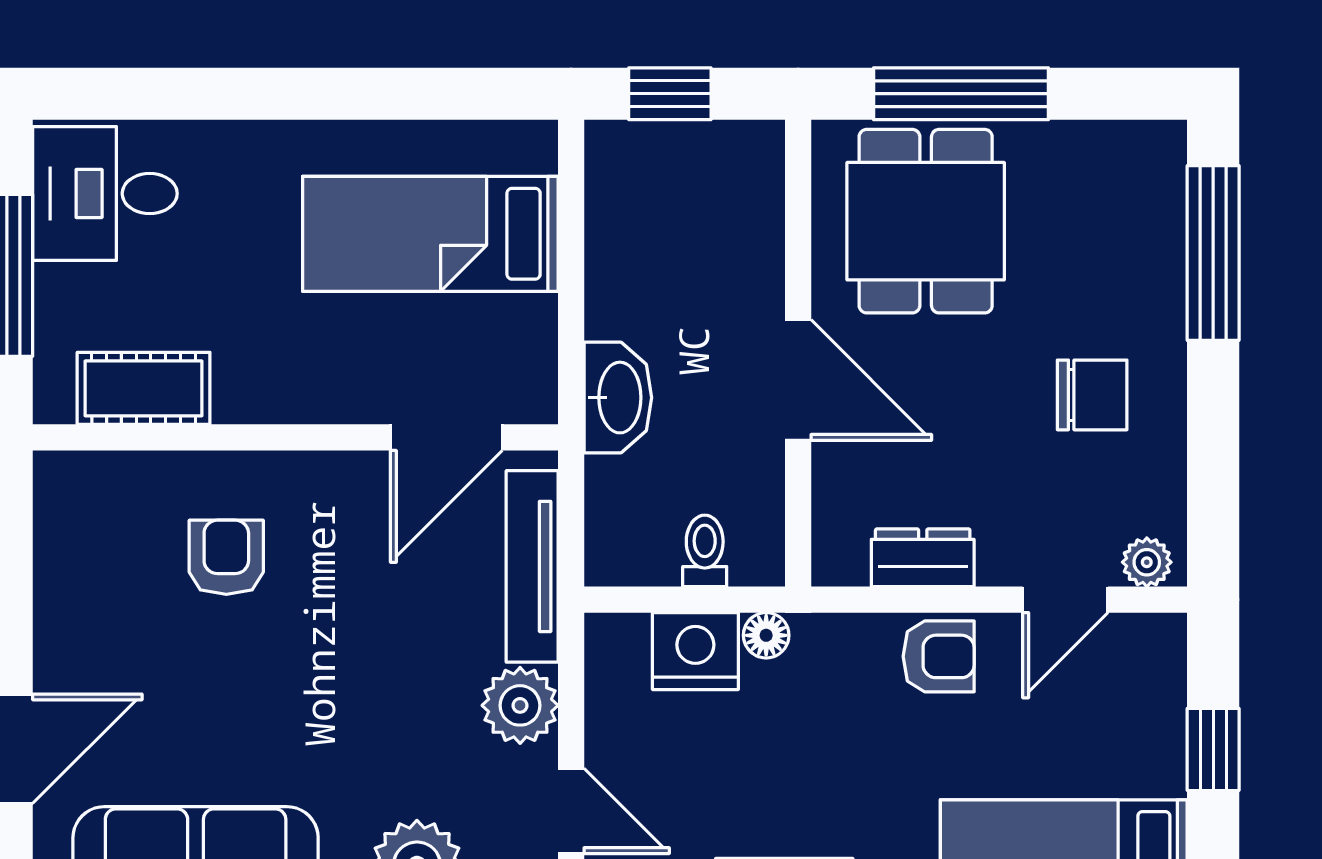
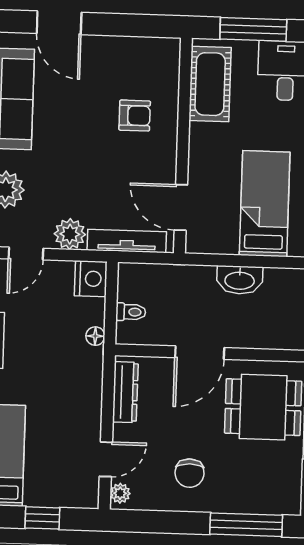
cot: (144, 388) -> (210, 84), width x1.37, depth x1.34
washbasin: (618, 398) -> (240, 280), moved
dresser: (923, 558) -> (125, 392), width x1.44
door: (1065, 600) -> (106, 459), swing flipped
nightstand: (695, 651) -> (91, 279), moved
armchair: (939, 656) -> (84, 407), removed

